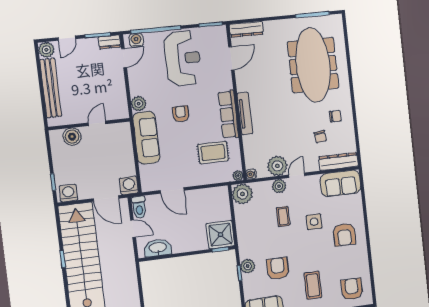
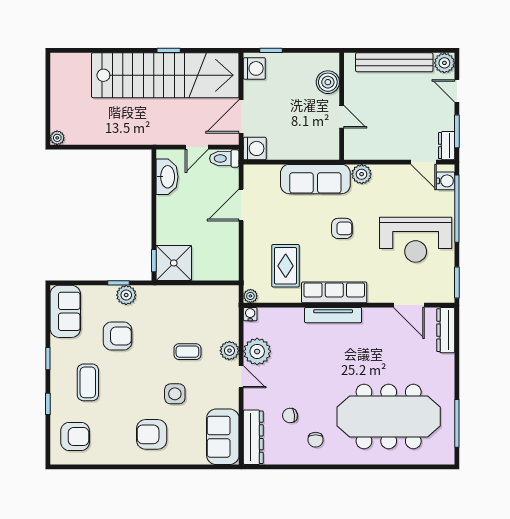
plant: (242, 194) -> (225, 299), removed
coffee table: (313, 285) -> (88, 382), turned 90

